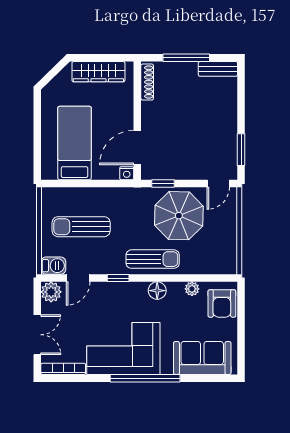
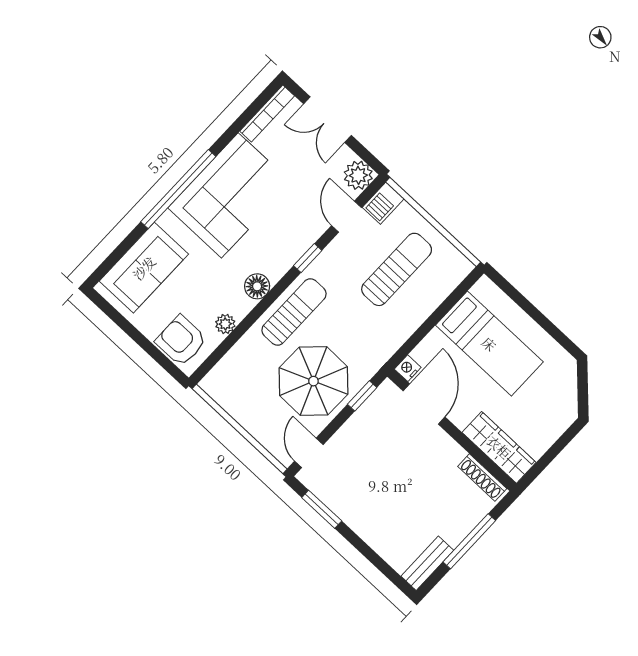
wardrobe: (98, 72) -> (499, 447), moved, turned 90
sun lounger: (153, 259) -> (294, 312), turned 180

